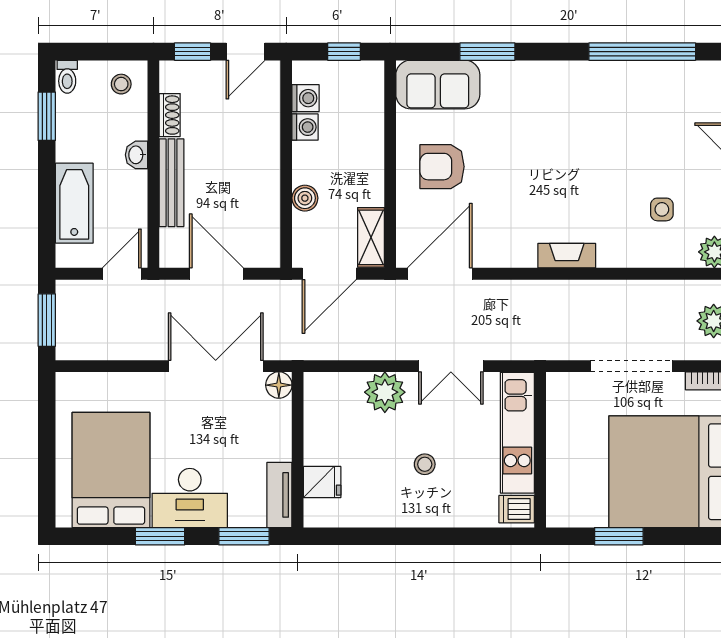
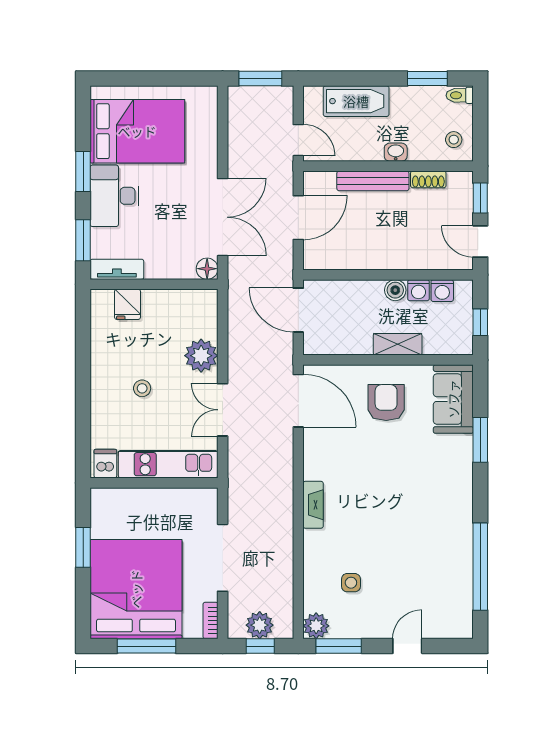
boiler: (305, 198) -> (395, 290), moved
shelving: (371, 237) -> (398, 344), moved

